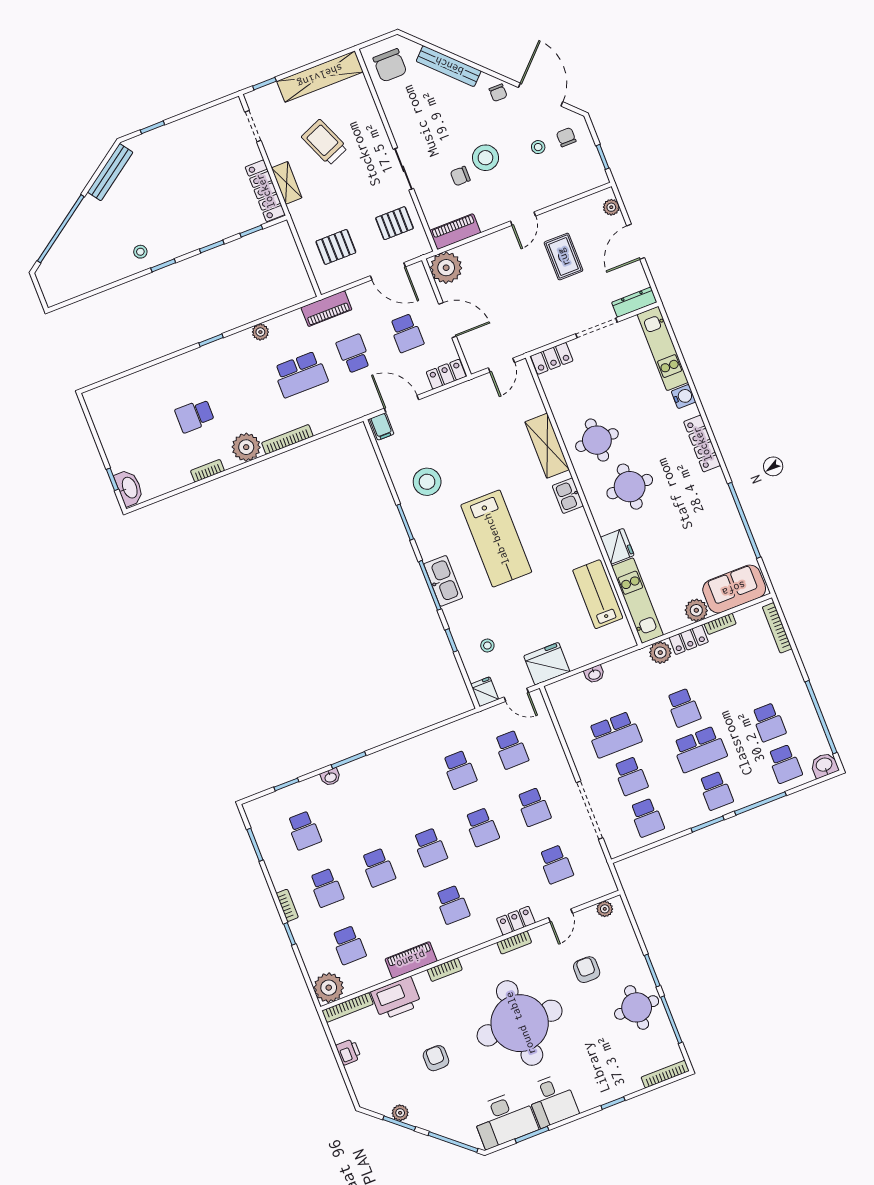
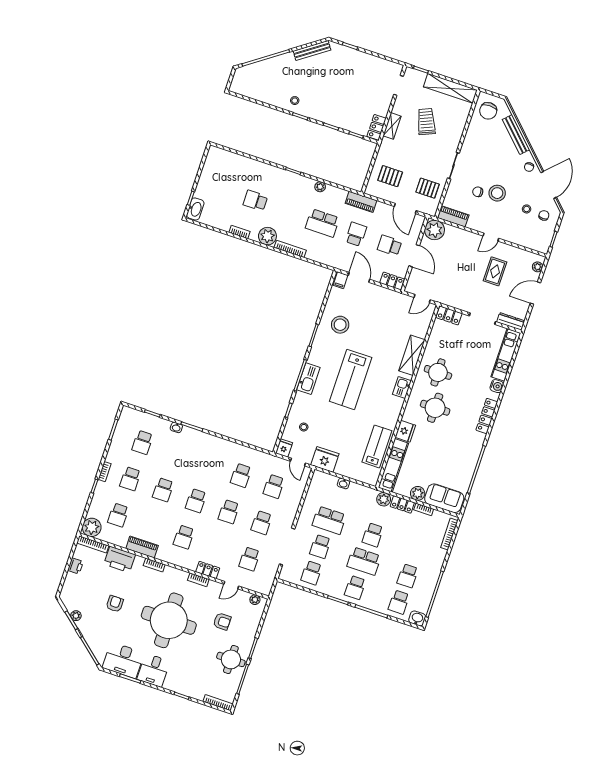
locker: (265, 191) -> (377, 127), width x0.66
school desk: (407, 333) -> (390, 245), turned 90
armchair: (587, 970) -> (222, 621), turned 90

